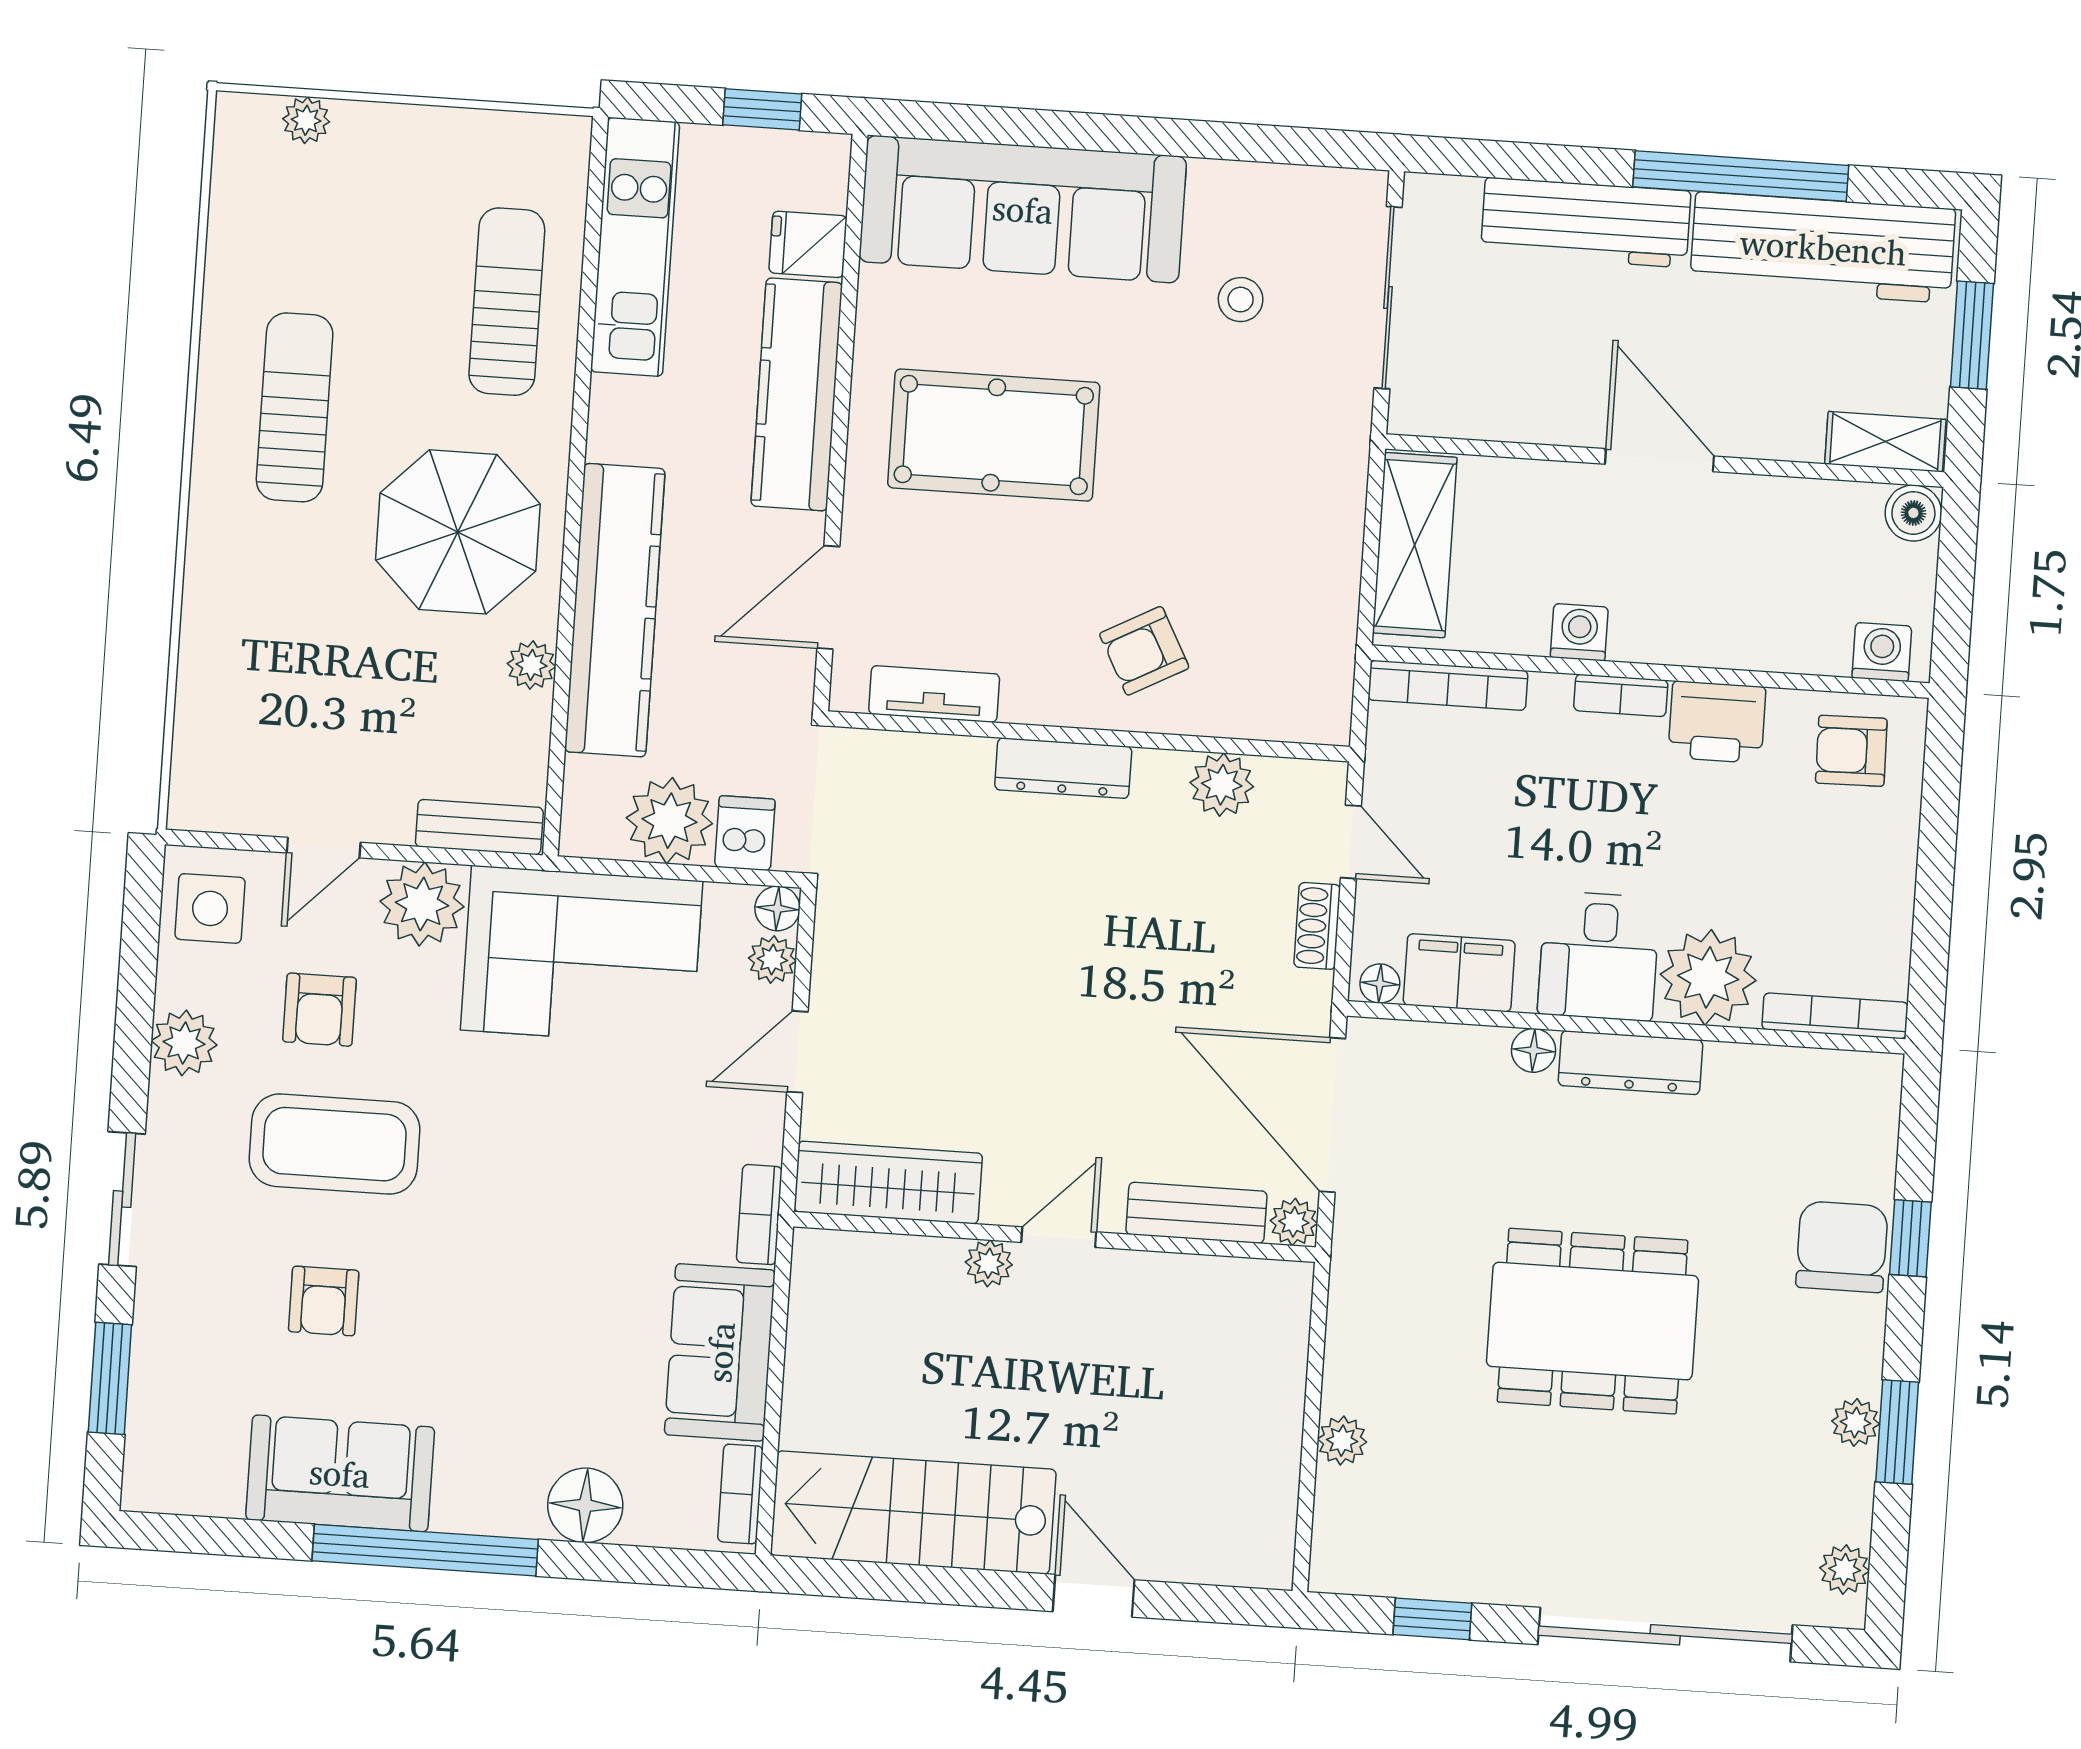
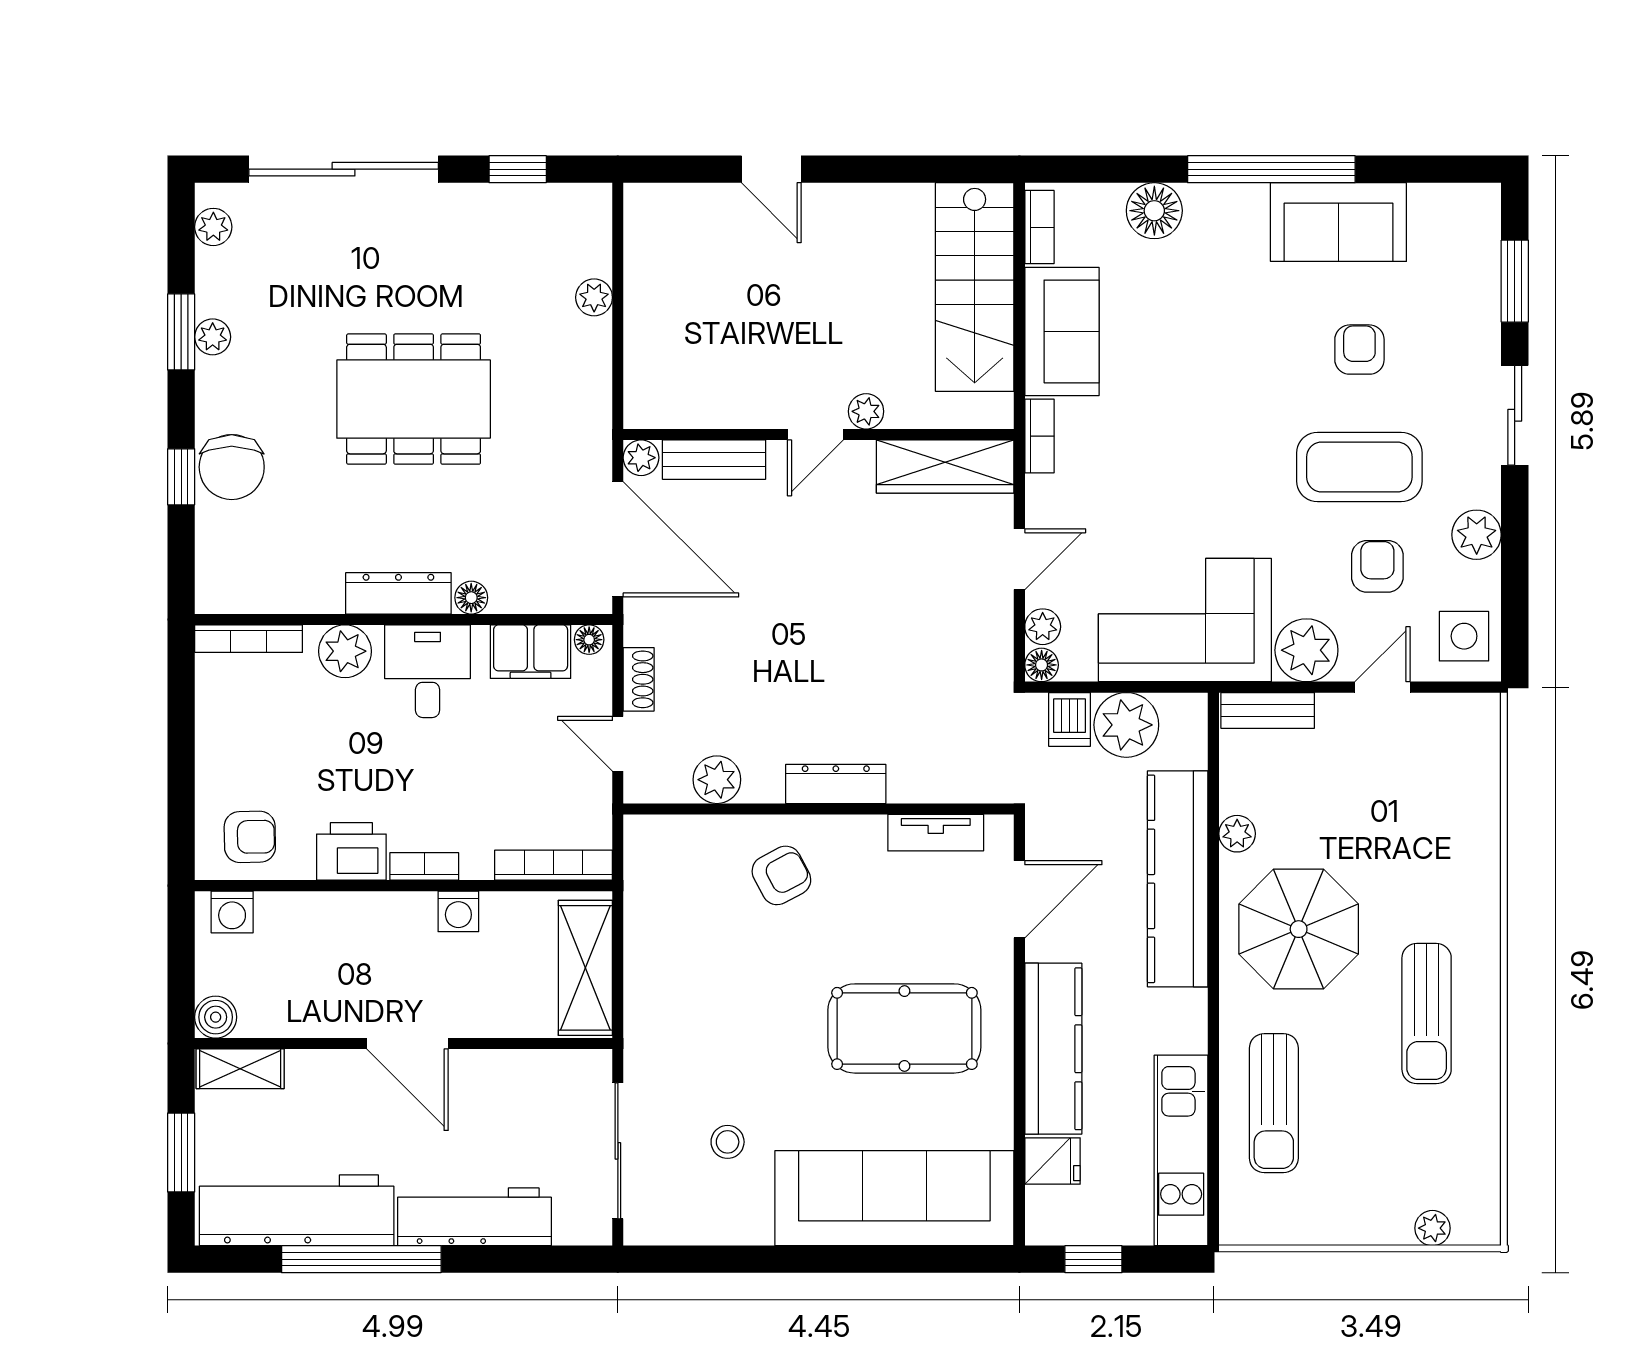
plant: (1708, 977) -> (345, 651), width x0.73, depth x0.73
stairs: (913, 1512) -> (975, 287), moved, turned 90

